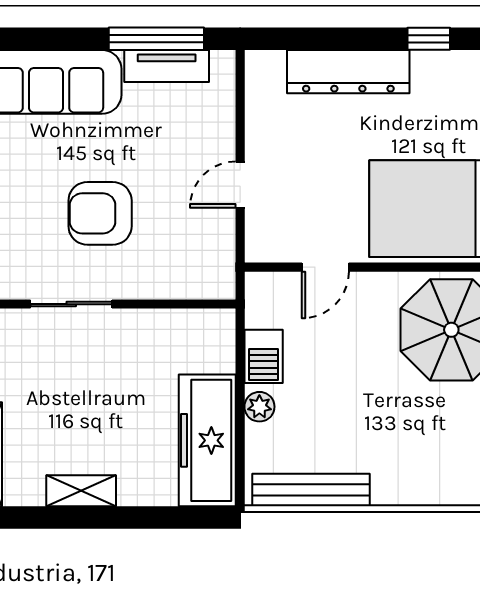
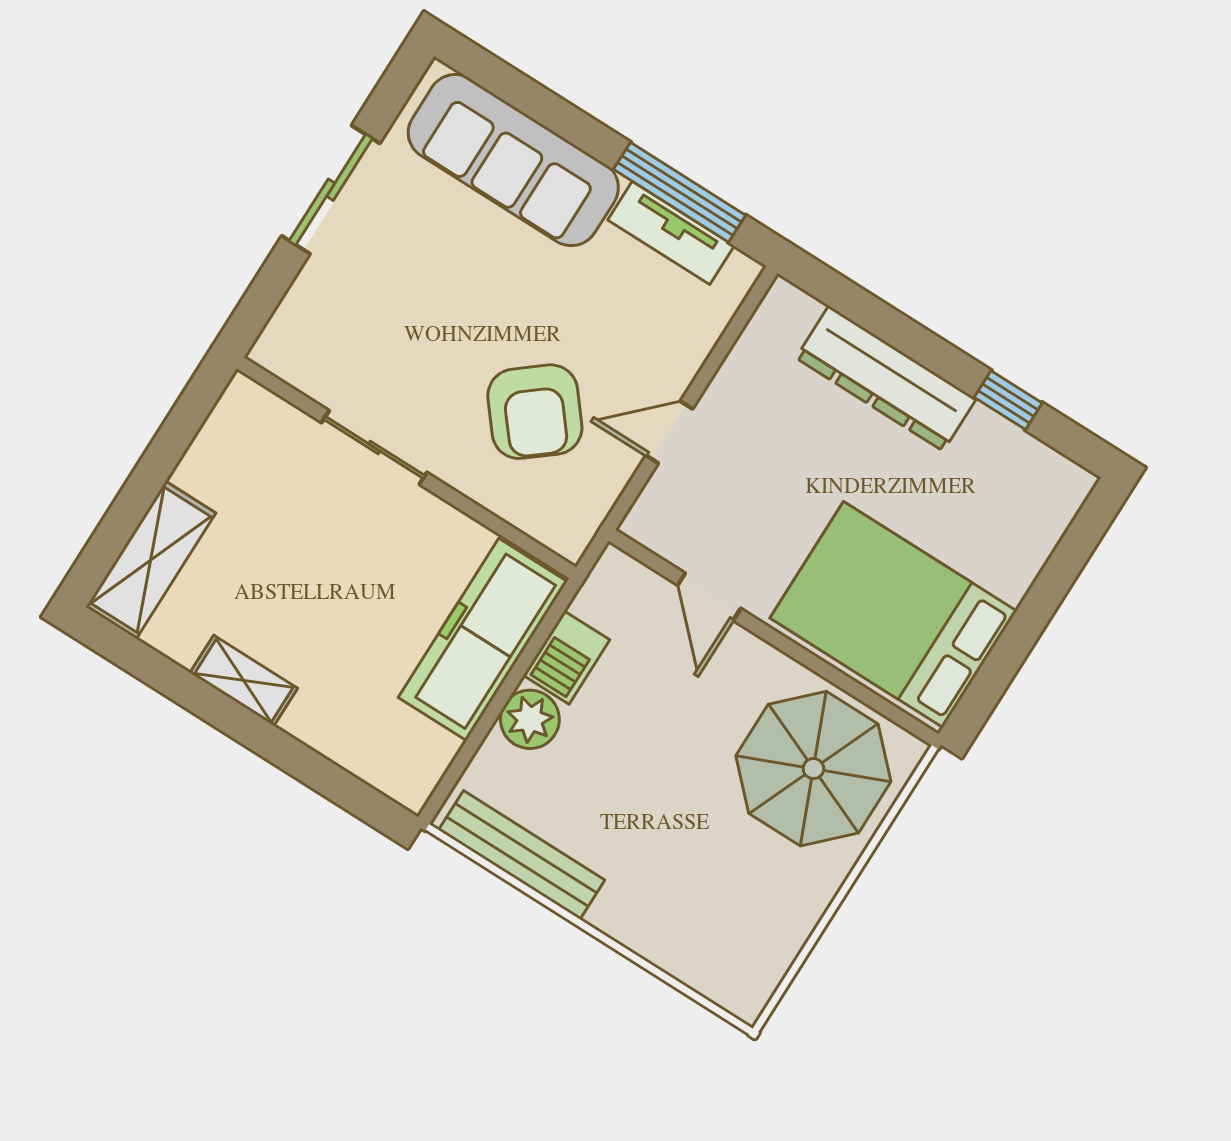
armchair: (100, 213) -> (535, 412), moved, turned -129
door: (325, 267) -> (709, 597), hinge flipped
plant: (259, 407) -> (530, 719), width x1.38, depth x1.38
freezer: (207, 440) -> (483, 639), moved

